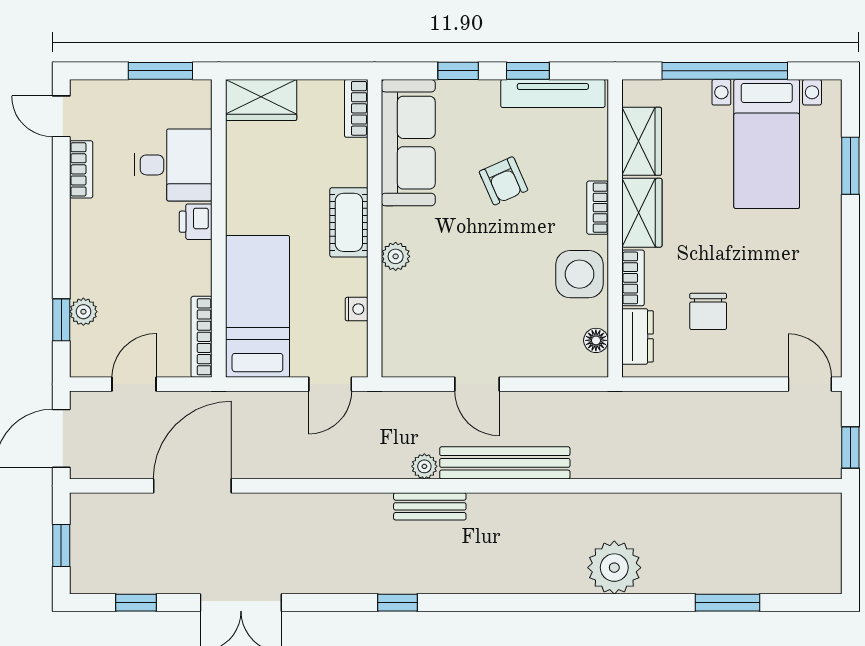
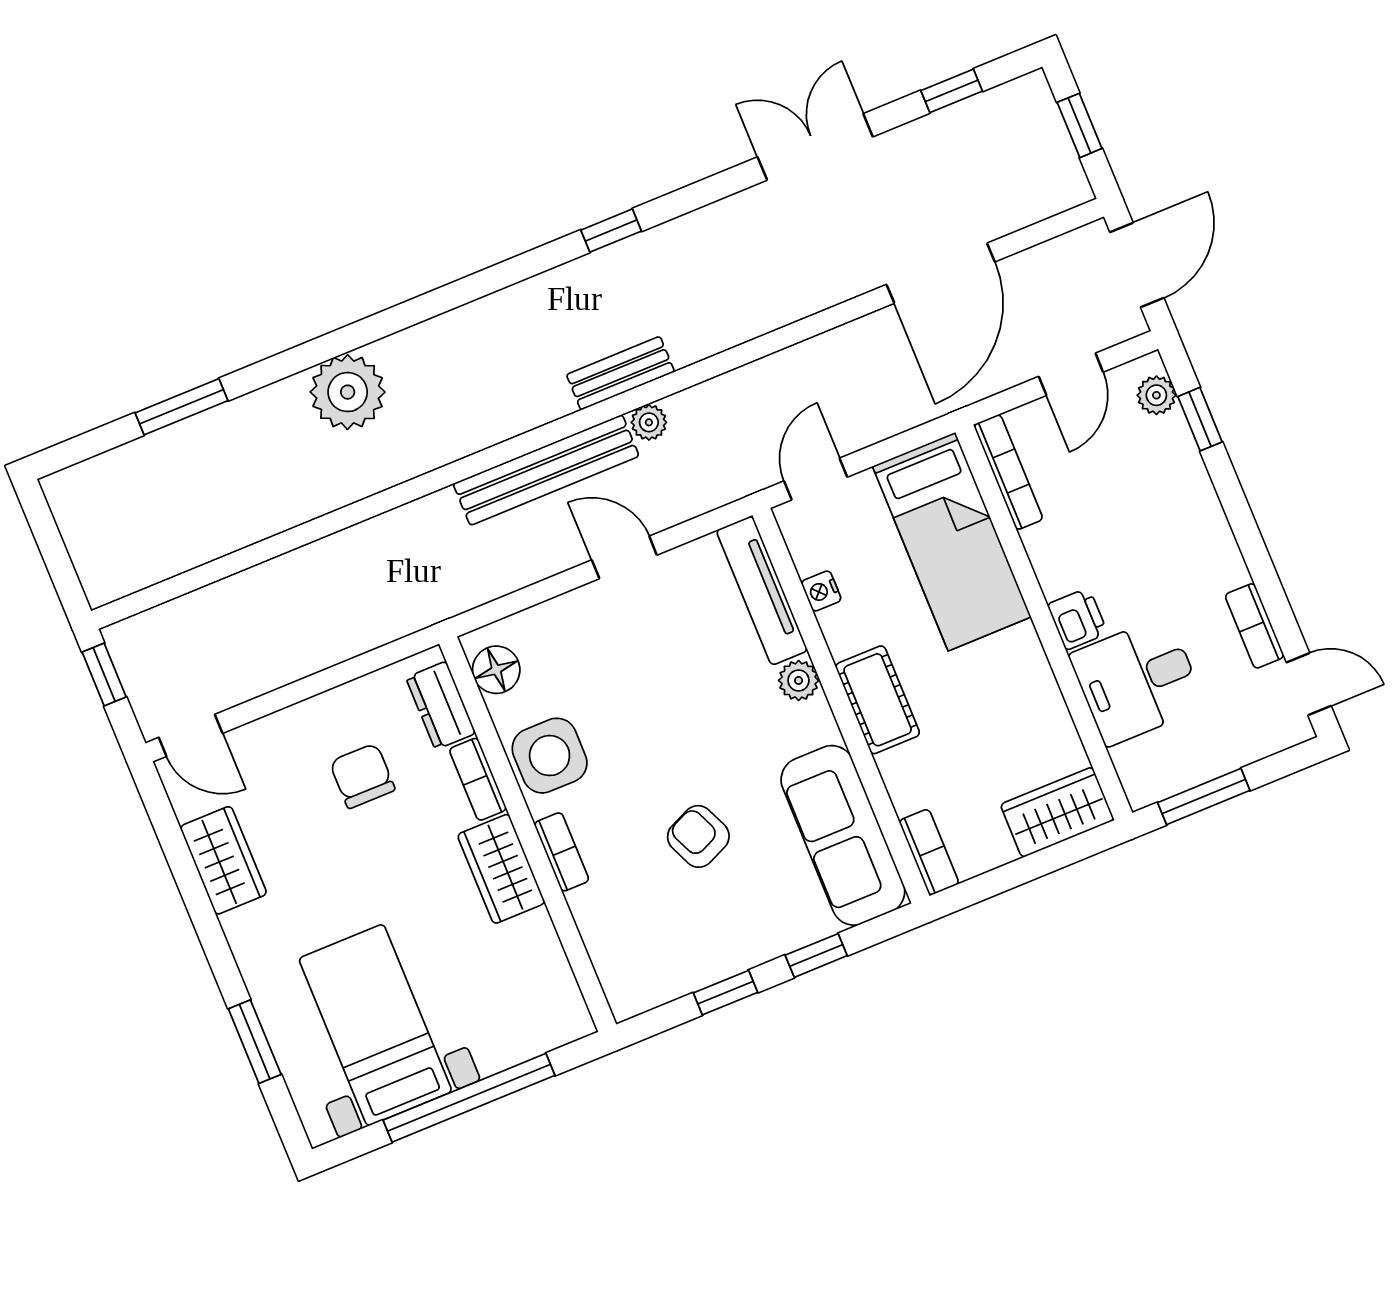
tv unit: (553, 93) -> (762, 591), moved, turned -90
wardrobe: (642, 141) -> (223, 860), moved, turned 180
plant: (83, 312) -> (1156, 395), moved
floor lamp: (596, 340) -> (496, 670), width x1.37, depth x1.37

